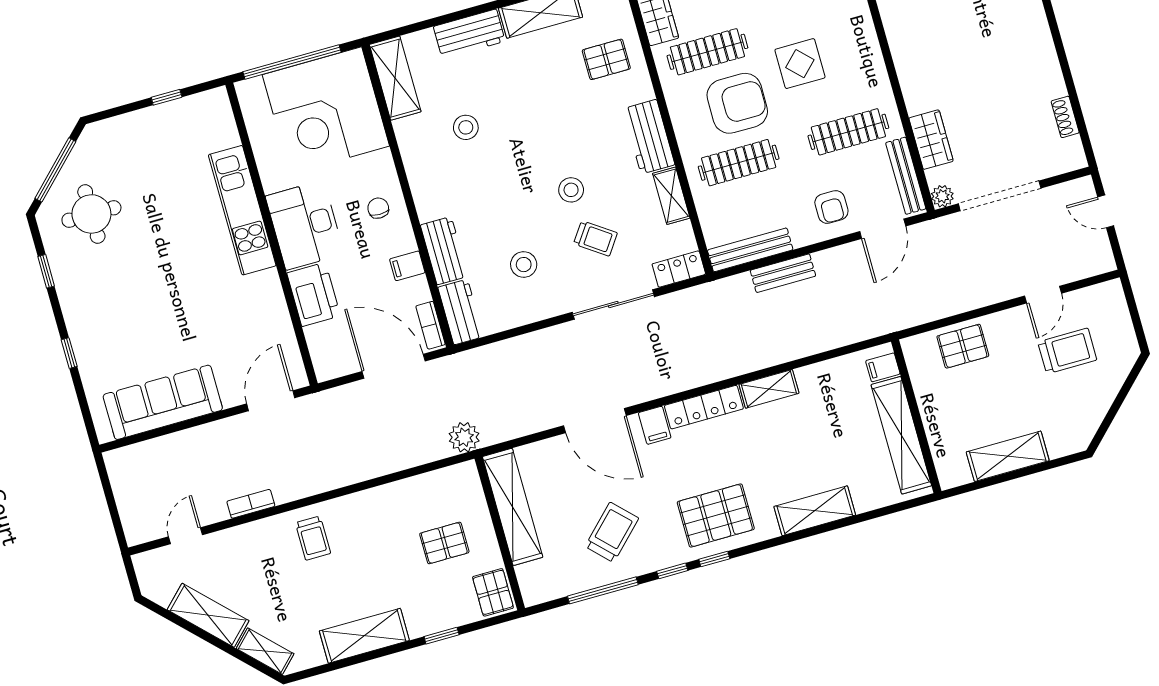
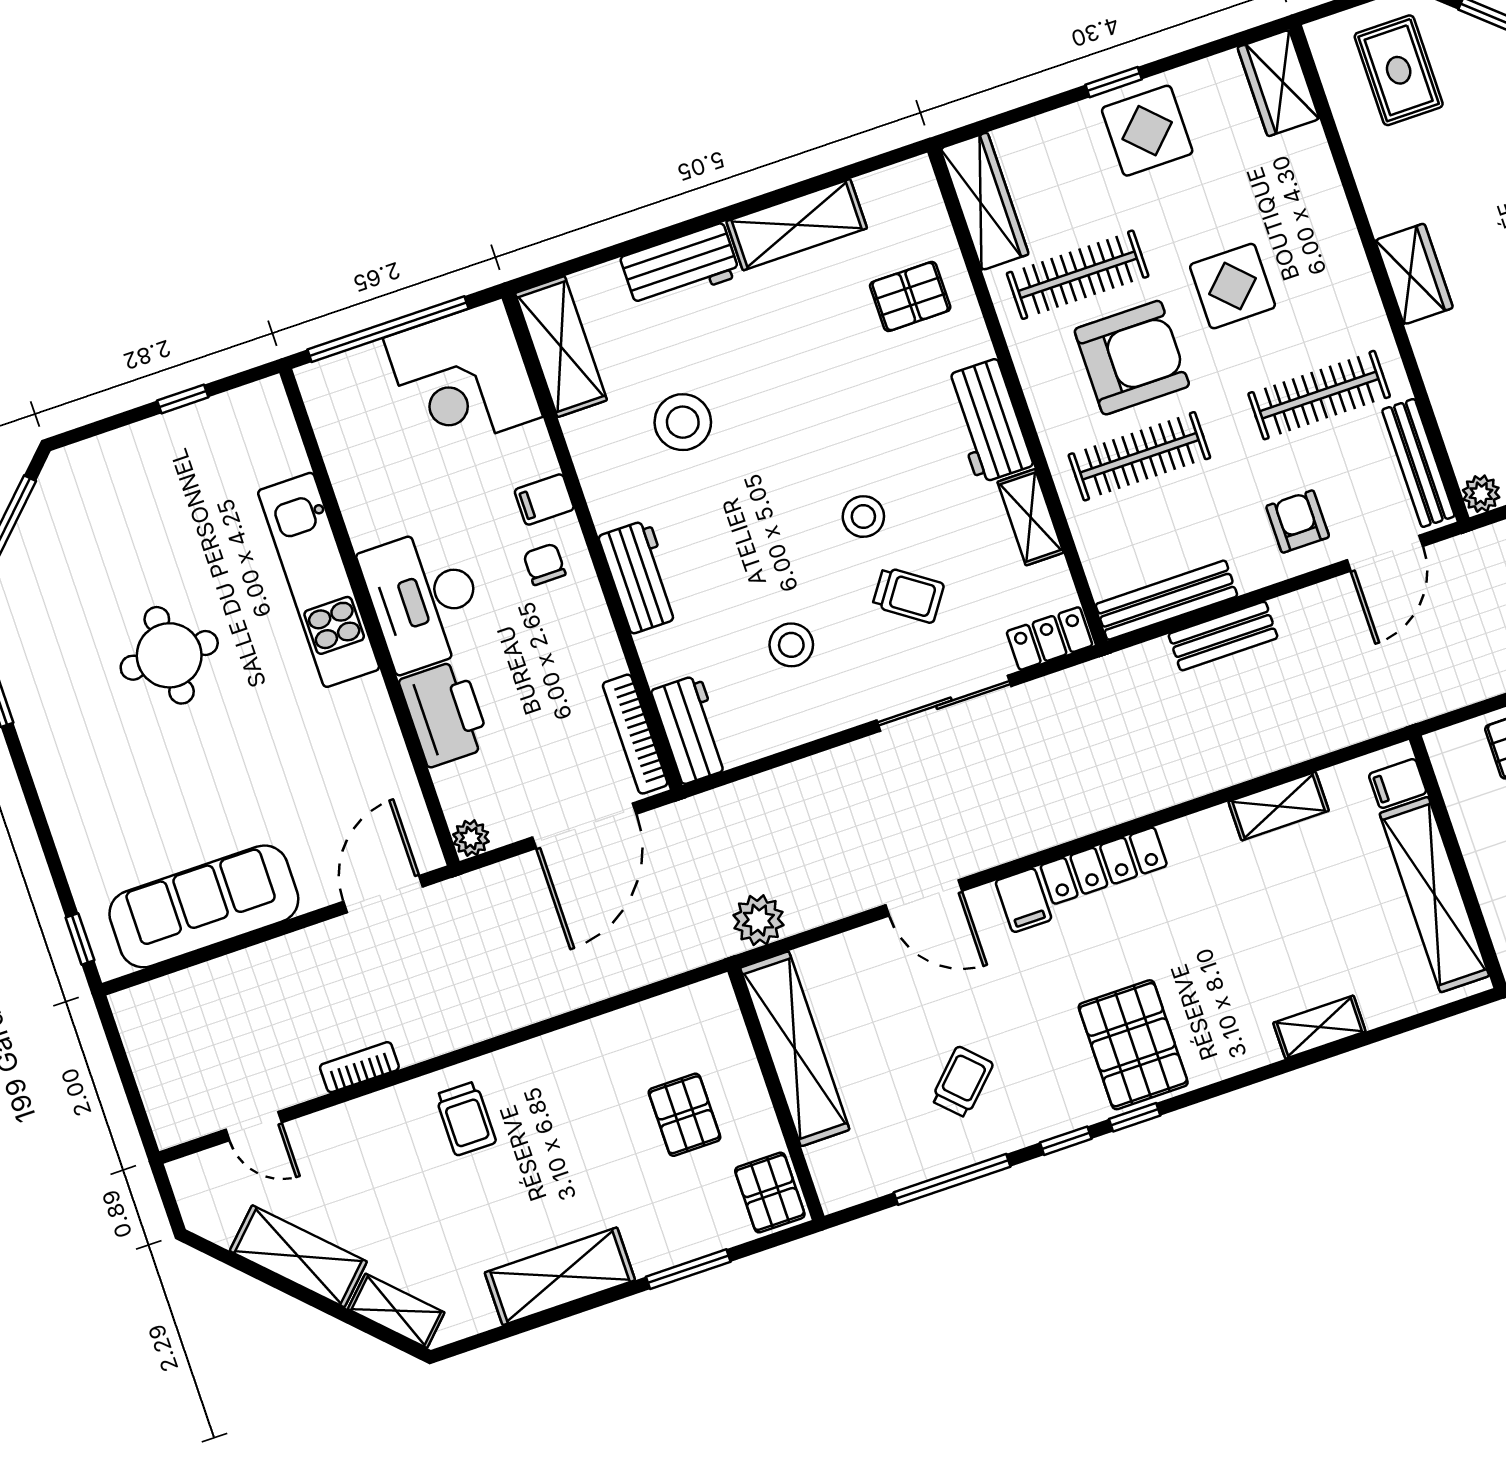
corner desk: (326, 110) -> (463, 377), width x0.74, depth x0.74
stool: (466, 127) -> (683, 422), width x1.38, depth x1.38
wardrobe: (931, 140) -> (1414, 274), moved
armchair: (831, 207) -> (1298, 522), turned 180
round table: (91, 214) -> (169, 655), moved
workbench: (444, 251) -> (640, 577), moved
filing cabinet: (407, 266) -> (544, 500), moved
bookcase: (431, 325) -> (635, 734), width x1.56
window: (69, 353) -> (80, 939), moved
door: (394, 366) -> (584, 826), swing flipped
plant: (325, 370) -> (471, 838), added
shelving: (769, 389) -> (1279, 806), moved
door: (595, 421) -> (924, 898), width x0.73
plant: (464, 437) -> (758, 920), moved
shelving: (815, 511) -> (1319, 1027), width x0.67, depth x0.75
pallet: (716, 515) -> (1133, 1045), turned 90
trolley: (612, 532) -> (962, 1082), width x0.73, depth x0.72
door: (186, 536) -> (254, 1126), swing flipped
pallet: (444, 543) -> (684, 1115), turned 90
window: (442, 636) -> (688, 1269), width x1.50

